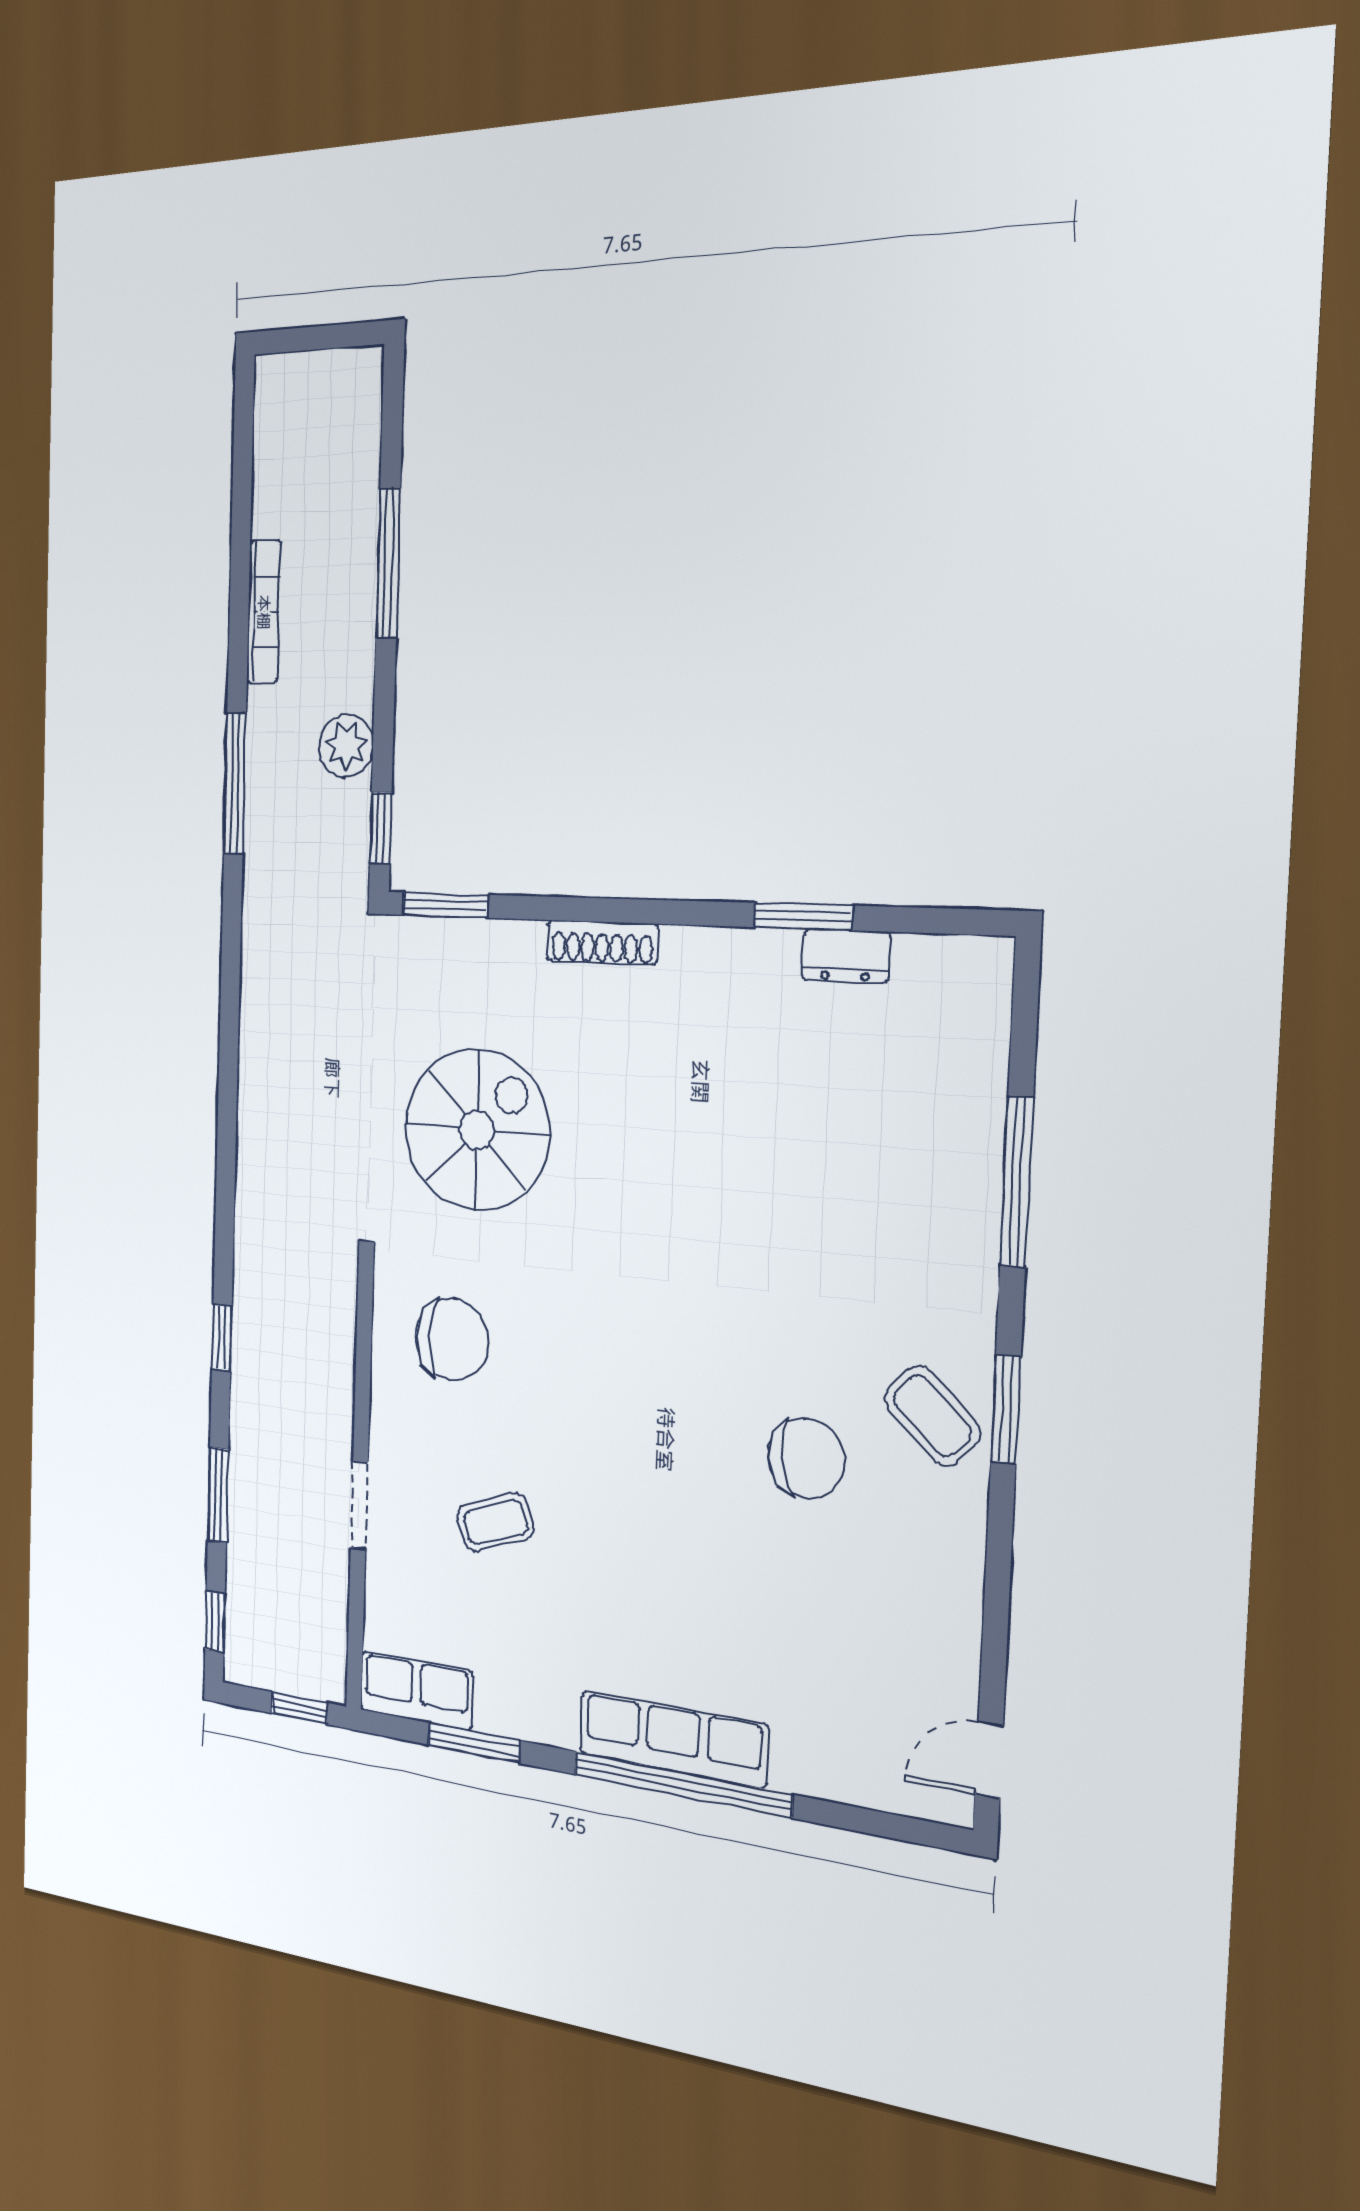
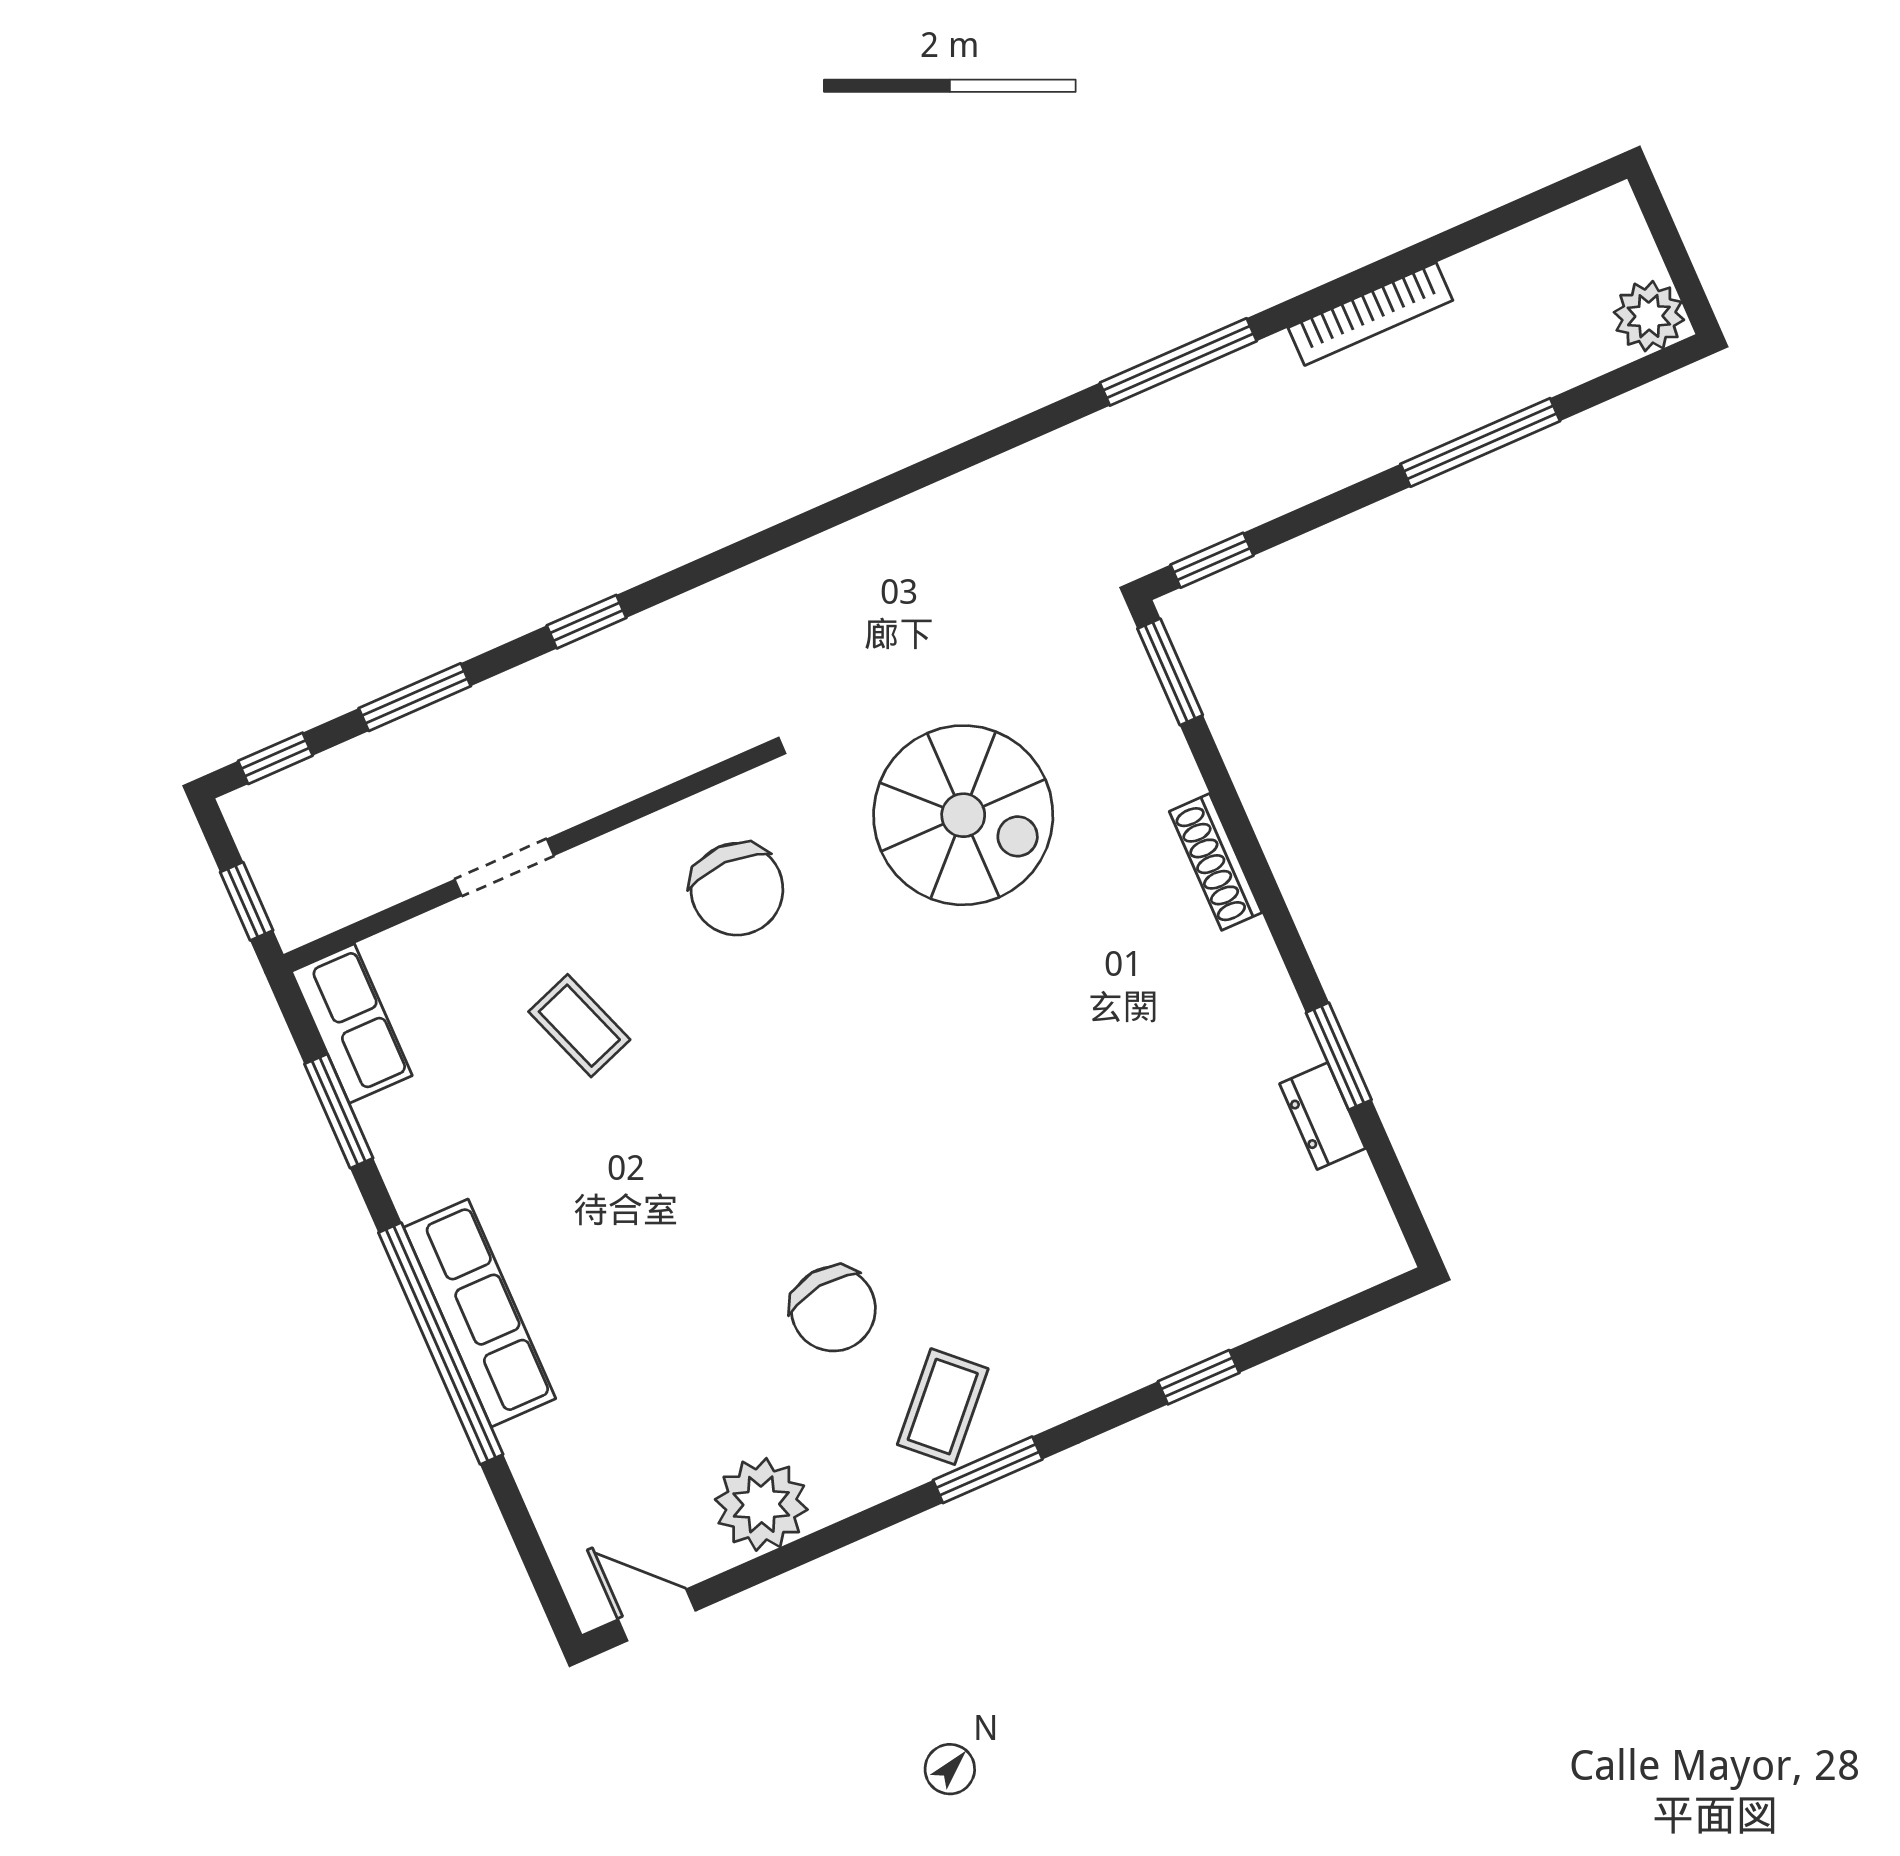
plant: (346, 746) -> (1649, 316), moved
window: (1017, 1182) -> (1199, 1377), width x0.46
plant: (939, 1616) -> (761, 1504), added

